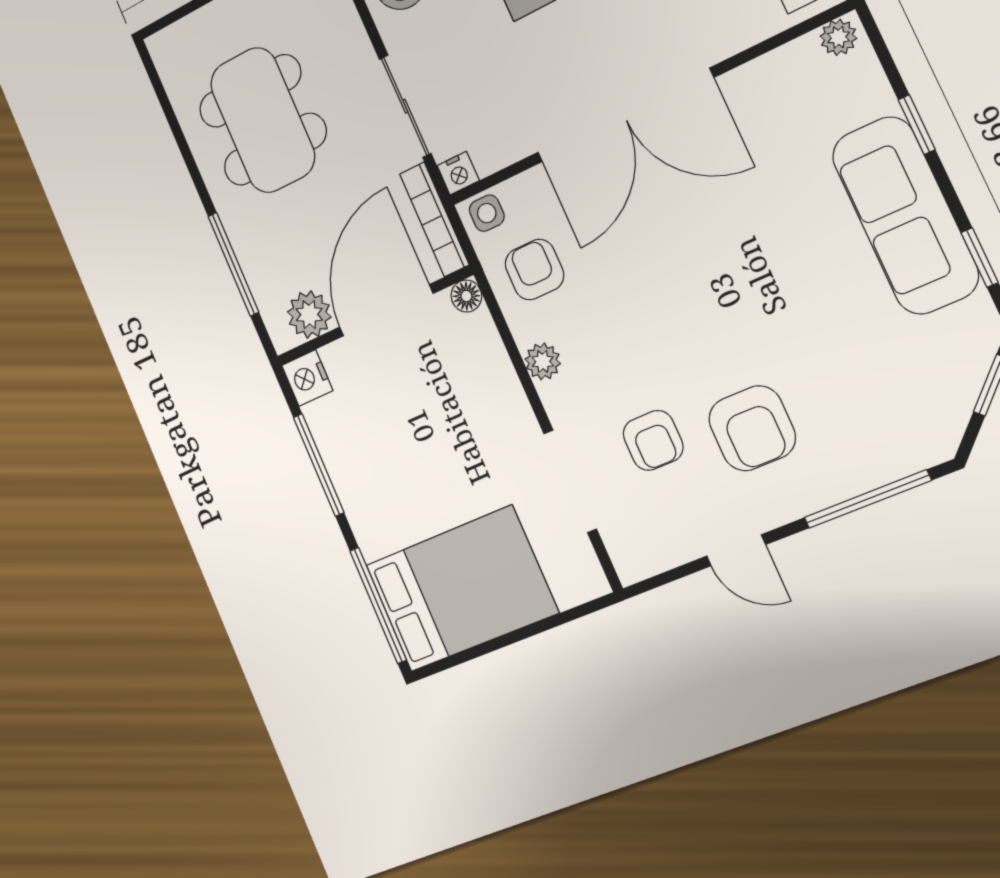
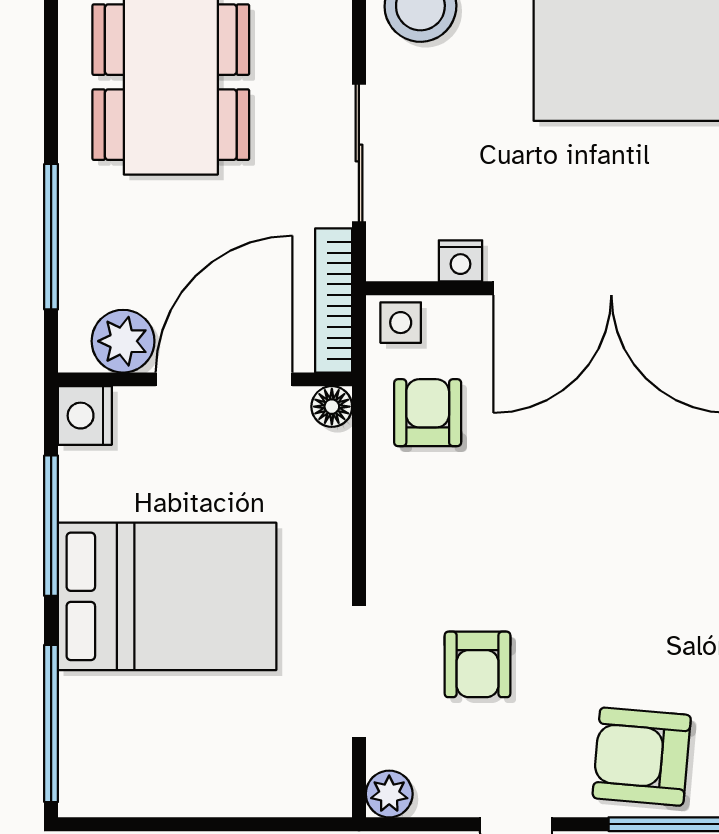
nightstand: (458, 173) -> (461, 261), moved
plant: (543, 361) -> (389, 794), moved
armchair: (752, 428) -> (642, 757), moved, turned 95
bed: (461, 589) -> (167, 596), moved

